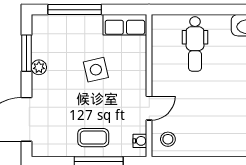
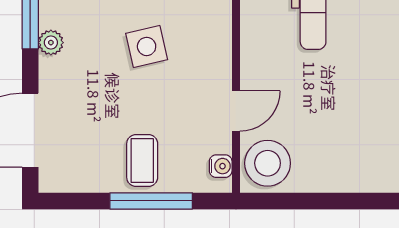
coffee table: (93, 138) -> (142, 161), turned 90
stool: (168, 139) -> (268, 163), width x1.89, depth x1.89

